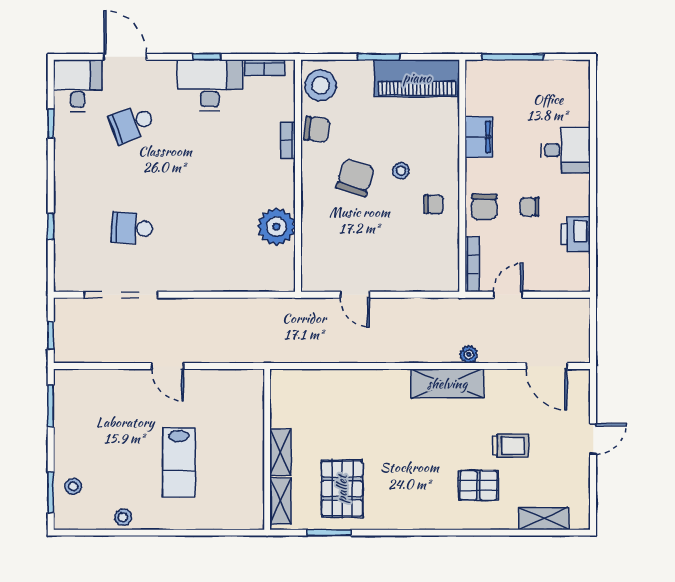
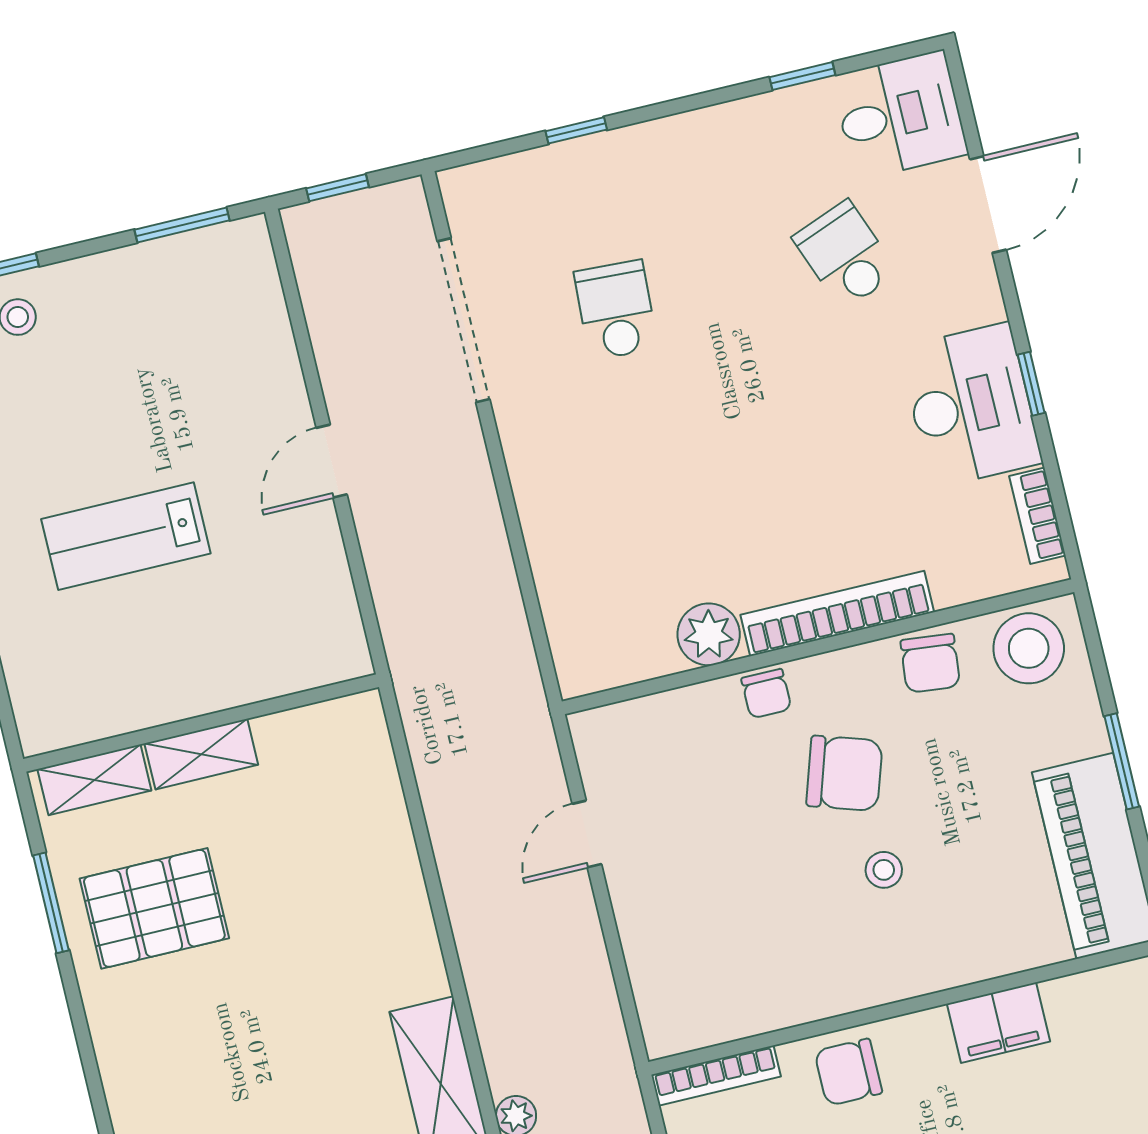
bookcase: (288, 140) -> (837, 614), width x2.31, depth x1.31
chair: (434, 204) -> (766, 694), moved
plant: (276, 227) -> (709, 634), width x0.73, depth x0.73

